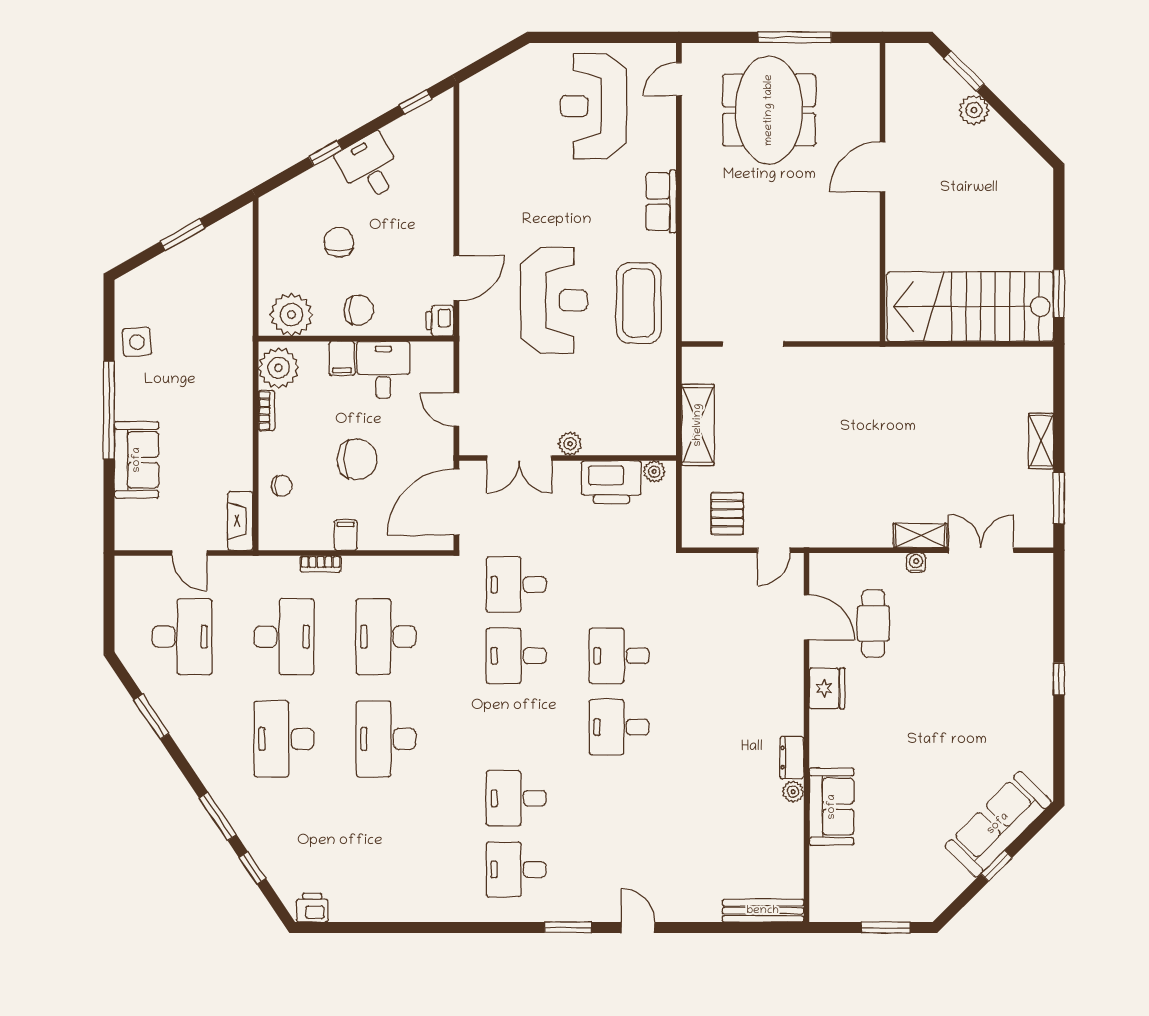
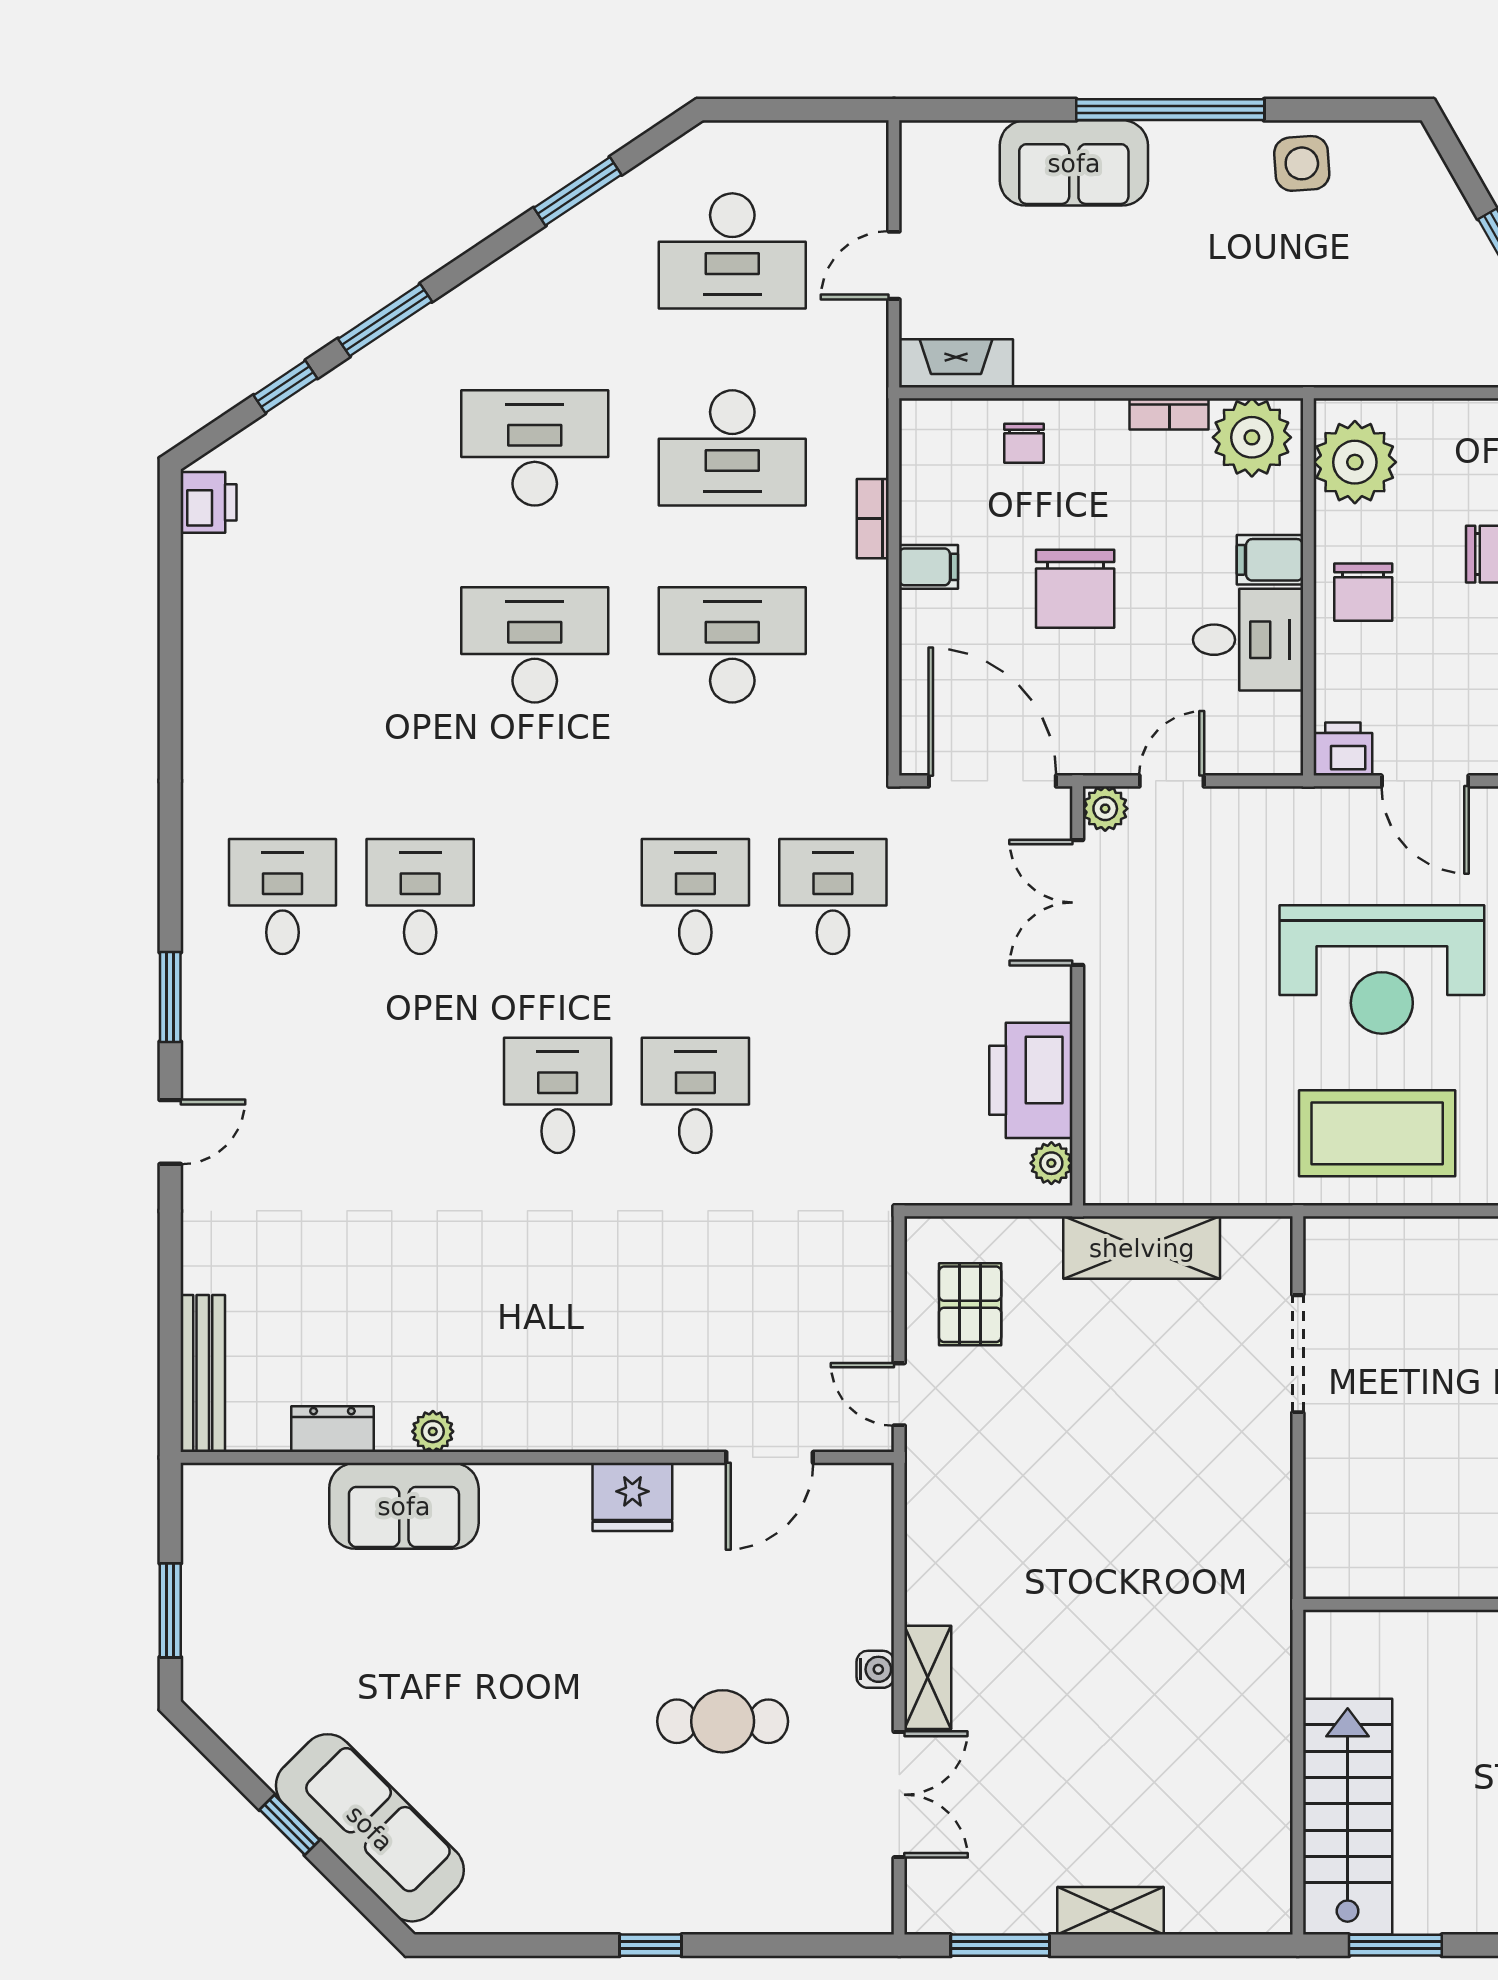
stairs: (970, 307) -> (1348, 1817), width x0.73, depth x0.66
plant: (570, 444) -> (1105, 809), moved
pallet: (727, 514) -> (970, 1304), turned 90
cafe table: (873, 623) -> (723, 1721), moved
dresser: (792, 758) -> (332, 1429), moved

